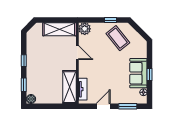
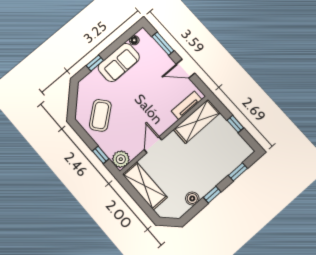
window: (110, 20) -> (101, 155), moved
window: (150, 74) -> (95, 63), moved
boiler: (31, 99) -> (192, 198), moved
window: (50, 106) -> (235, 124), added

